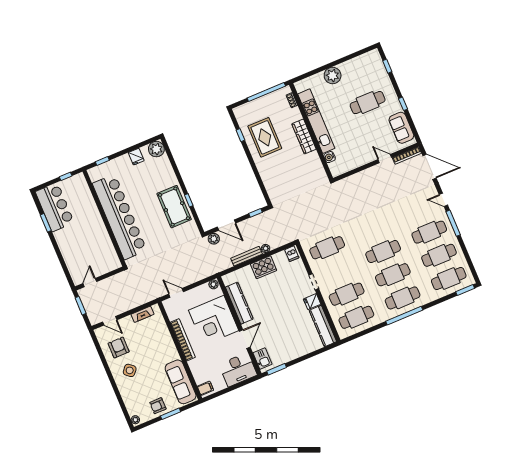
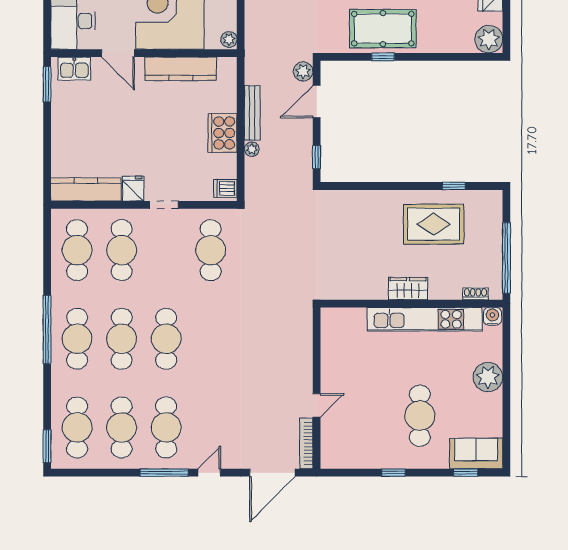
sofa: (401, 128) -> (476, 453), moved
wardrobe: (304, 137) -> (408, 289), width x0.67
water cooler: (330, 157) -> (492, 316), moved

